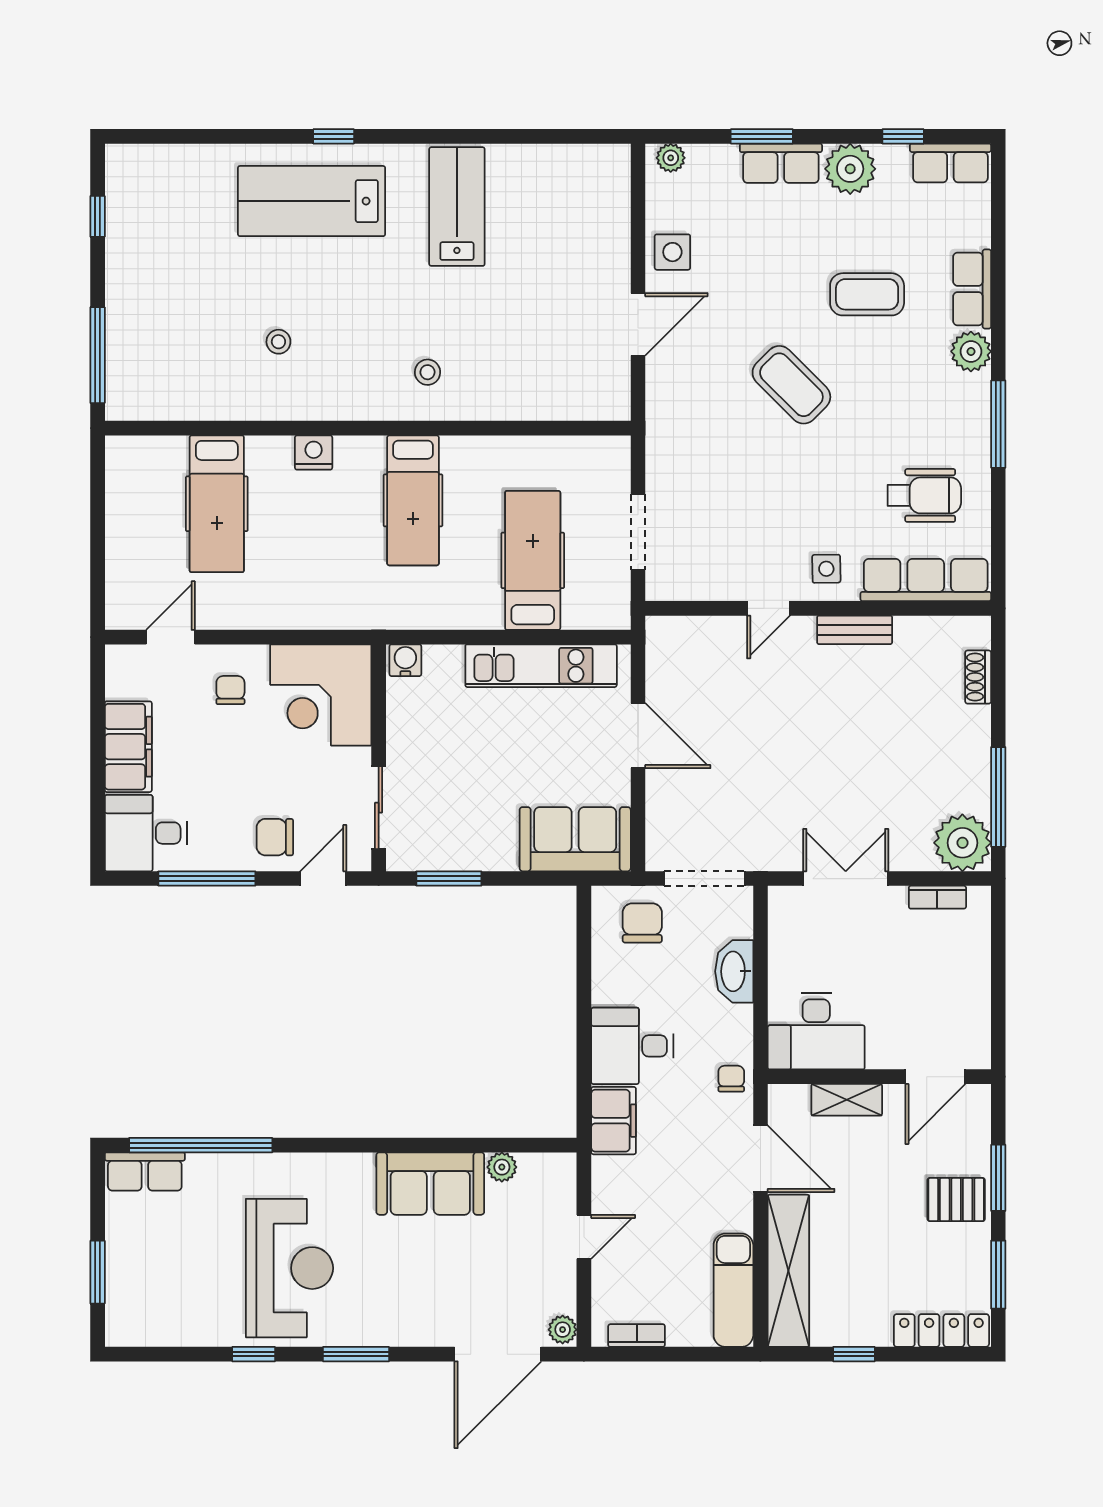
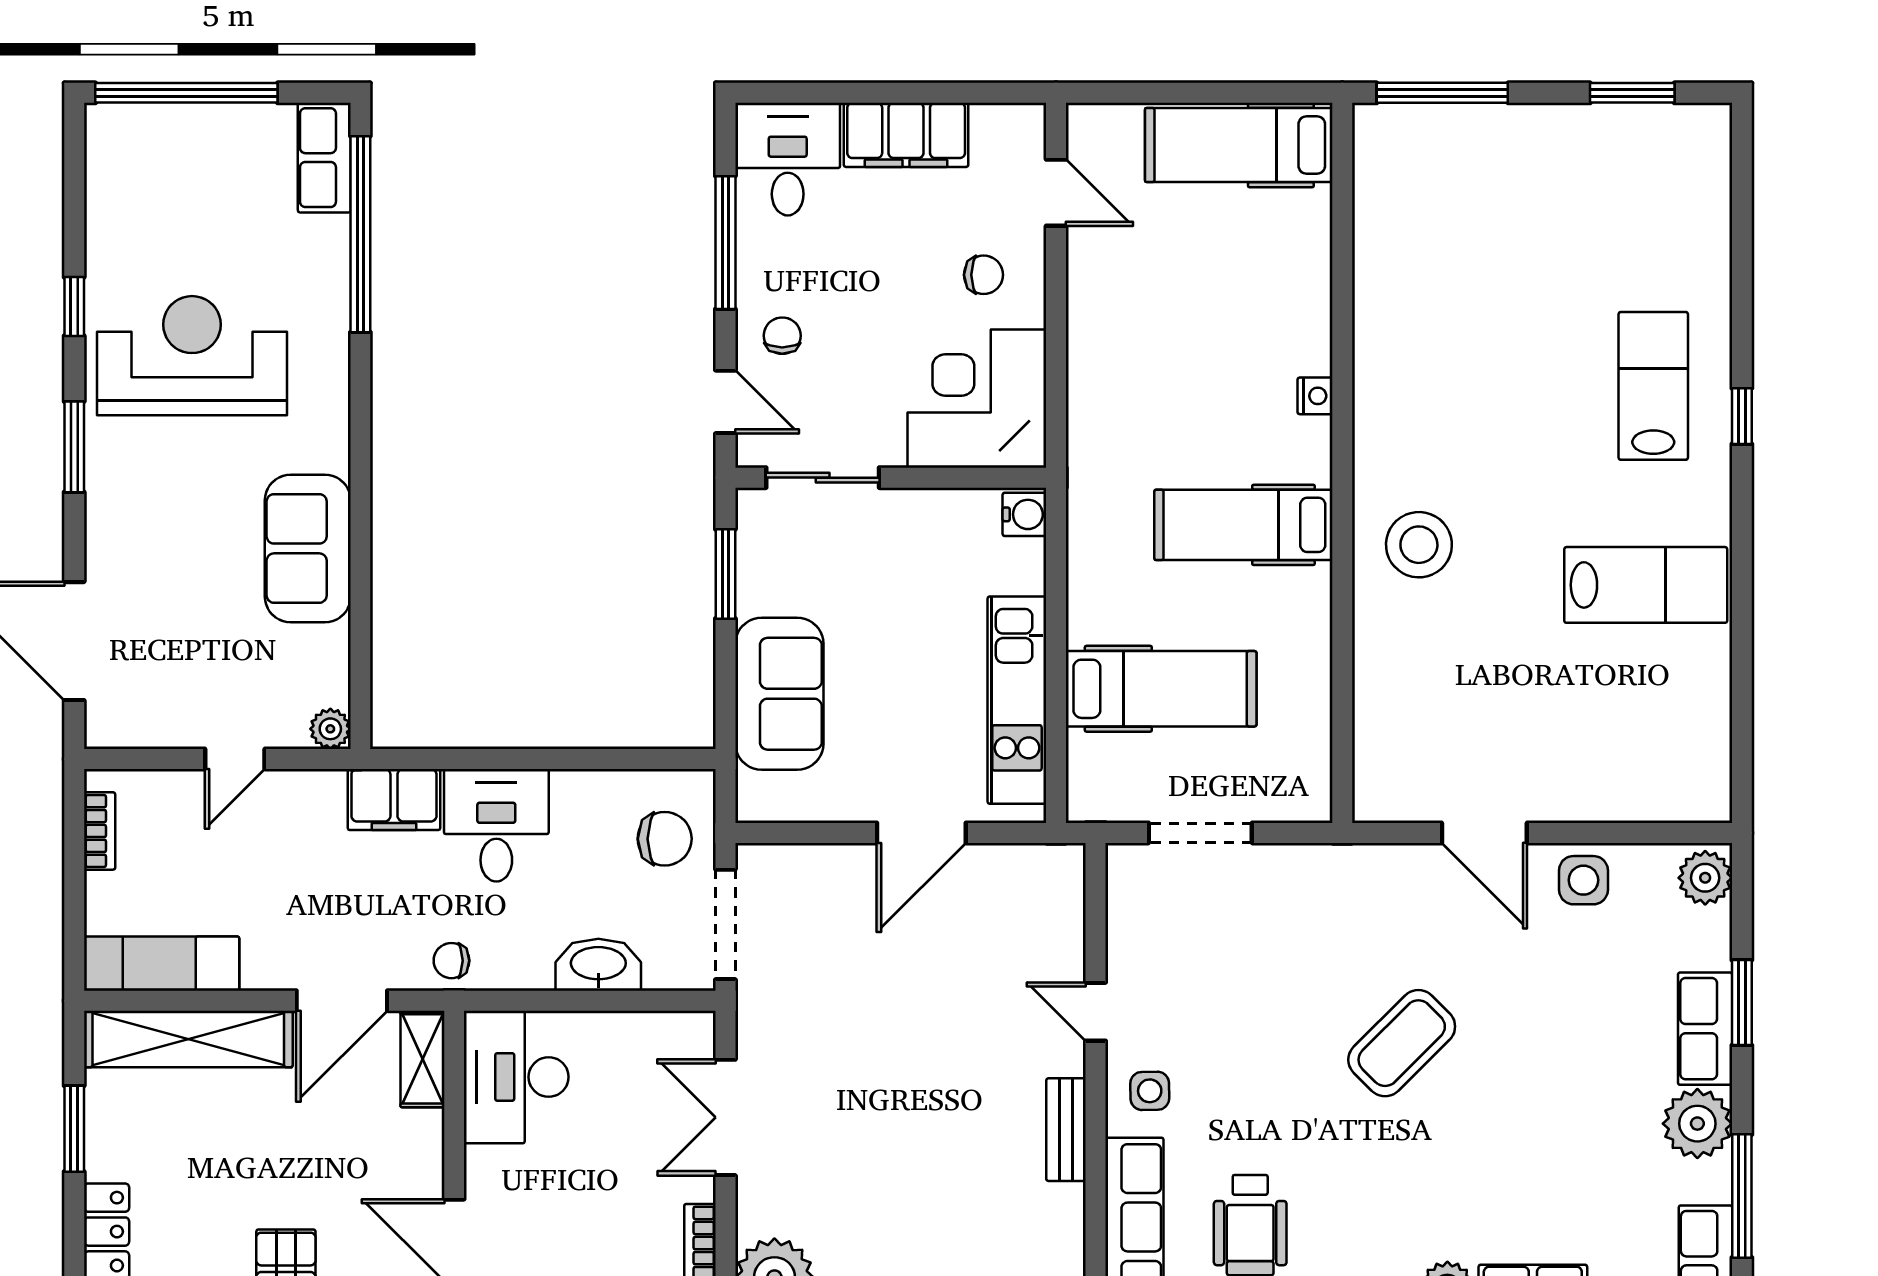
window: (903, 136) -> (1742, 1196), width x2.17
plant: (671, 158) -> (1705, 878), width x1.38, depth x1.38
lab bench: (312, 201) -> (1653, 386), width x0.73, depth x0.72
window: (98, 216) -> (1632, 93), width x1.50
coffee table: (867, 294) -> (1526, 1147), removed
stool: (278, 342) -> (1461, 341), removed
stool: (428, 372) -> (1419, 545), width x1.89, depth x1.89
nightstand: (314, 453) -> (1315, 396), width x0.72, depth x0.74
hospital bed: (217, 504) -> (1239, 145), moved
chair: (275, 837) -> (782, 336), width x0.73, depth x0.73
sofa: (575, 839) -> (779, 694), moved
double door: (846, 879) -> (725, 1117), swing flipped
chair: (731, 1079) -> (451, 961), turned 180
shelving: (847, 1100) -> (422, 1059), moved
plant: (502, 1167) -> (330, 729), moved
door: (584, 1237) -> (235, 759), hinge flipped
reception desk: (289, 1268) -> (192, 356), turned 180
window: (98, 1272) -> (186, 93), width x2.11
plant: (563, 1330) -> (108, 730), removed
window: (854, 1354) -> (74, 1129), width x1.50

